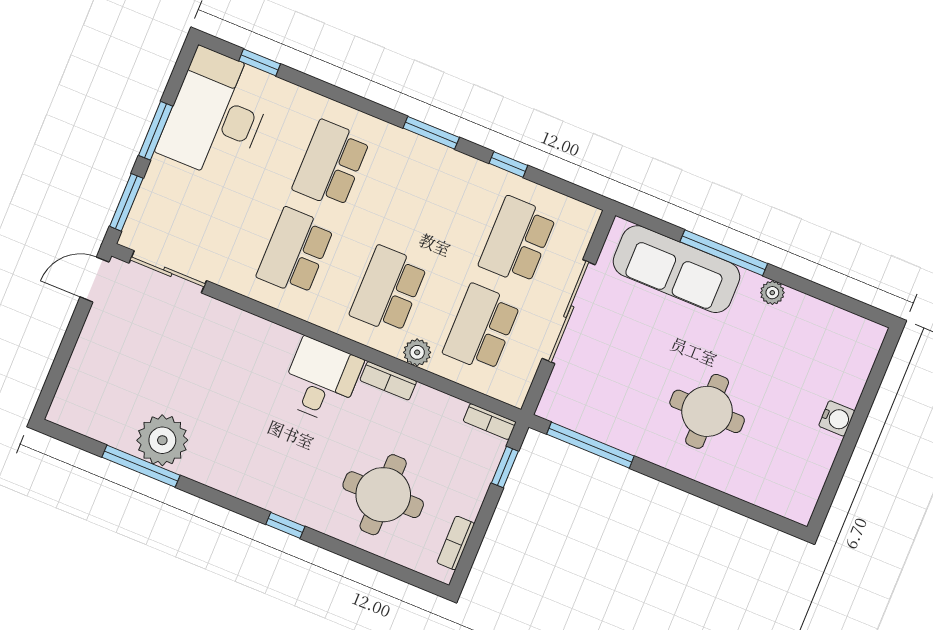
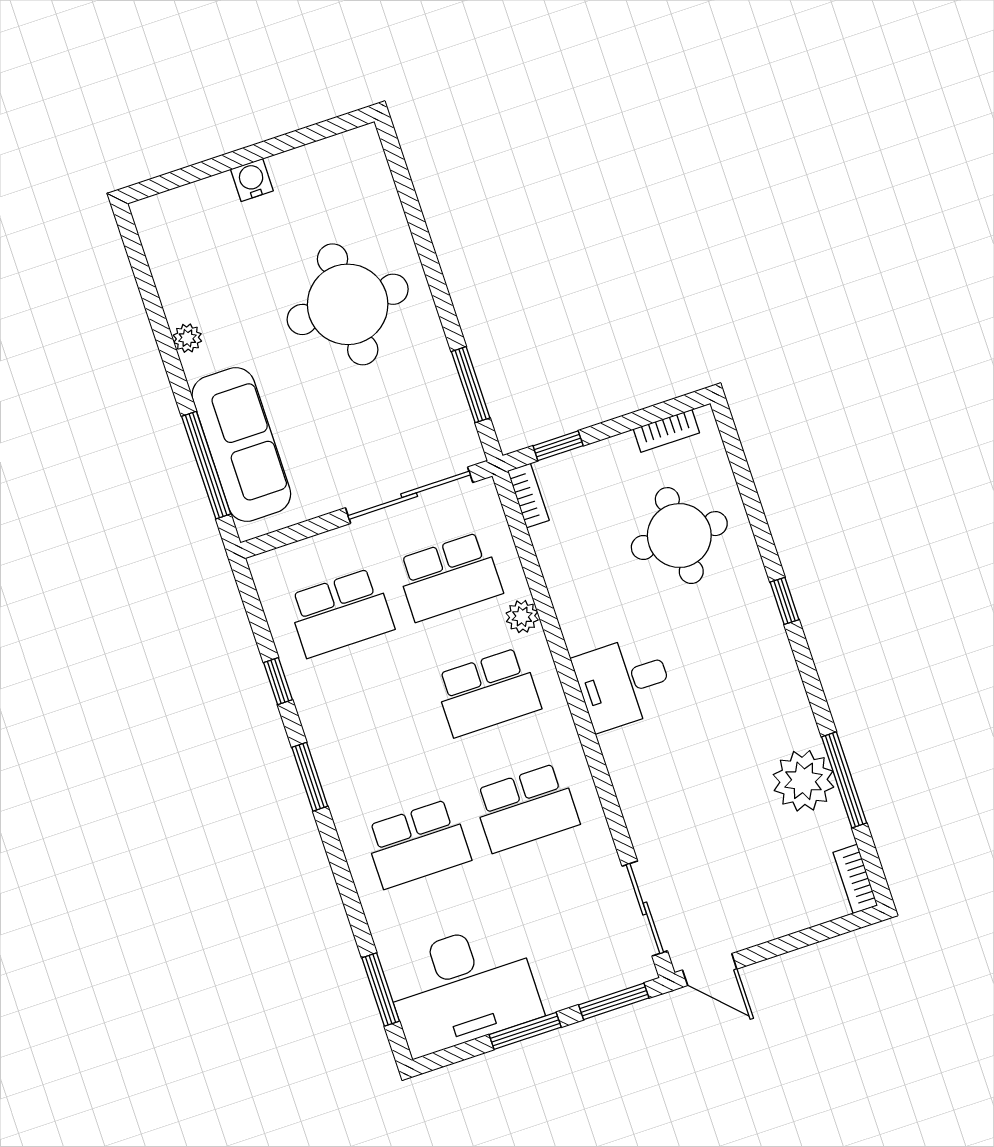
window: (260, 62) -> (381, 989), width x1.50
window: (724, 253) -> (206, 465), moved
sliding door: (569, 312) -> (409, 495), moved
bookcase: (388, 381) -> (855, 879), moved, turned 180
round table: (707, 411) -> (348, 304), width x1.36, depth x1.36
window: (590, 445) -> (471, 385), width x0.69

